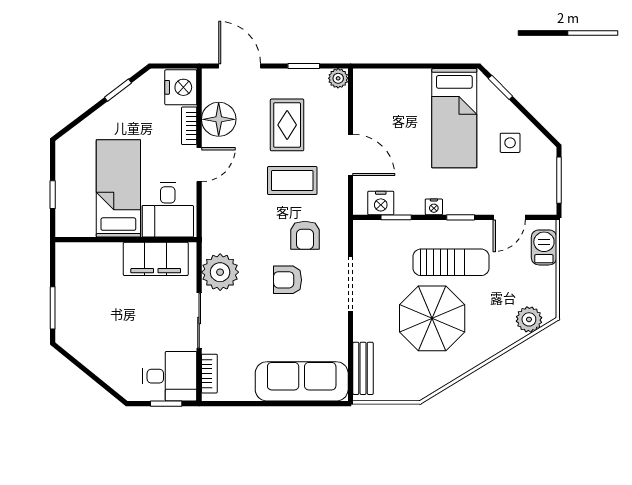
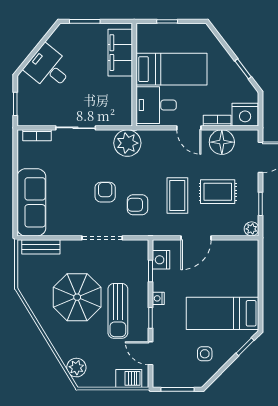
filing cabinet: (156, 259) -> (120, 53), moved
plant: (220, 272) -> (127, 143), moved
desk: (170, 376) -> (49, 68), moved, turned 129

